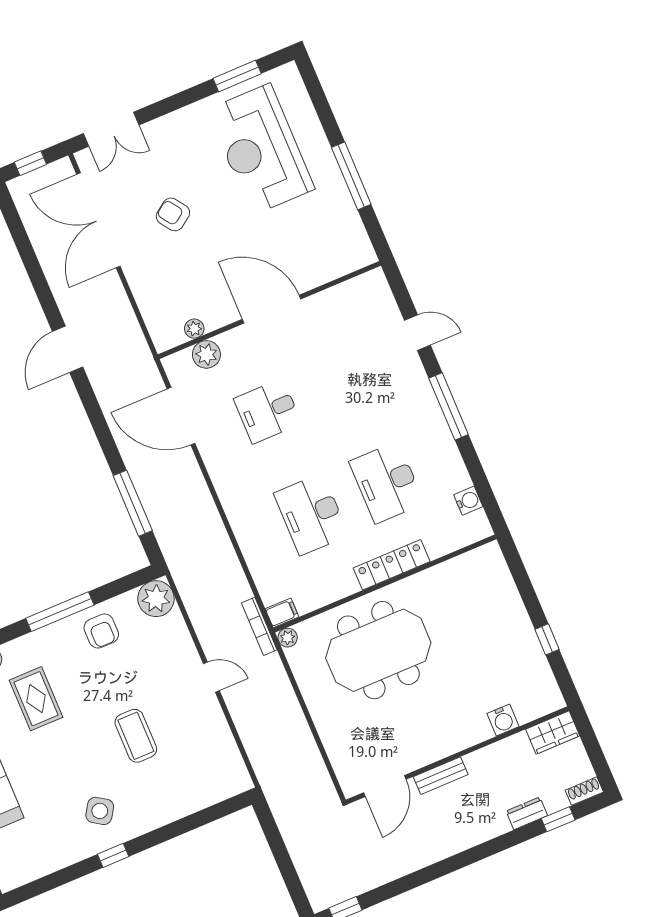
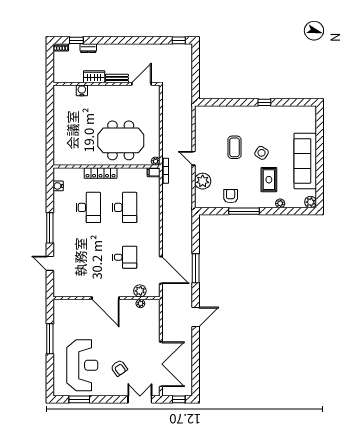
armchair: (173, 214) -> (119, 368), moved
window: (133, 503) -> (196, 268), moved
plant: (156, 599) -> (203, 181), moved
window: (547, 639) -> (50, 116), removed
wardrobe: (553, 733) -> (94, 77), moved
side table: (100, 811) -> (262, 153), moved

